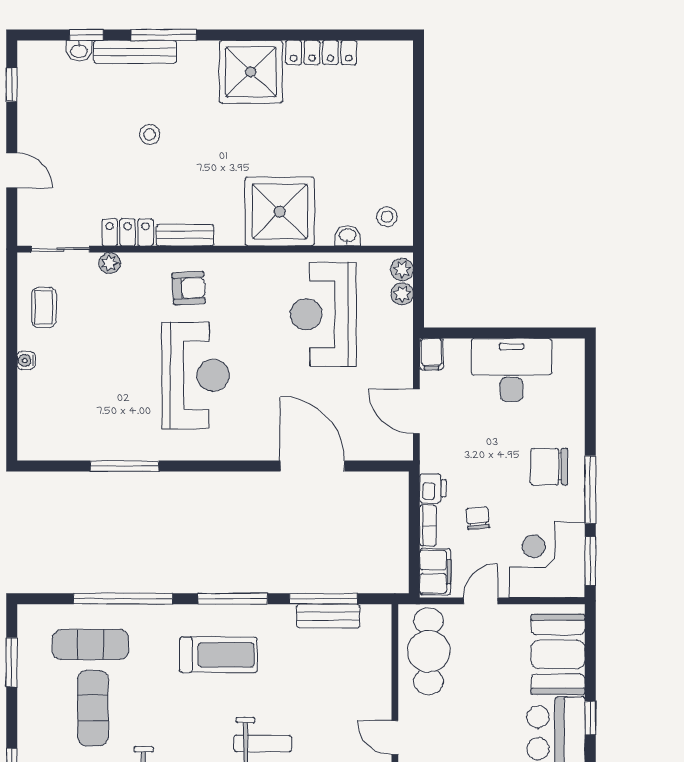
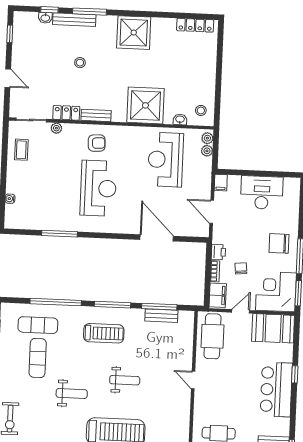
locker: (321, 53) -> (195, 25), moved
water cooler: (26, 361) -> (10, 199), moved
booth: (558, 654) -> (273, 328), moved, turned 90

